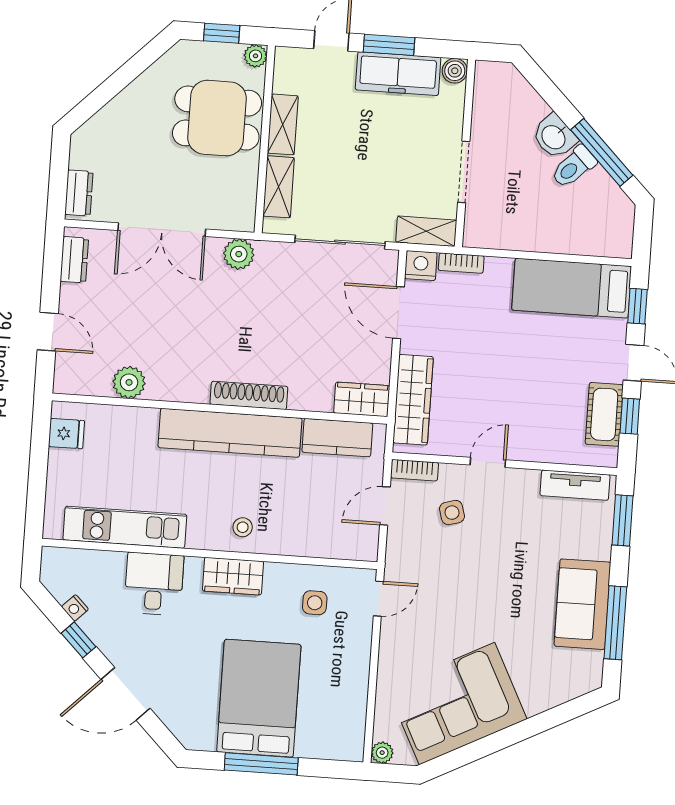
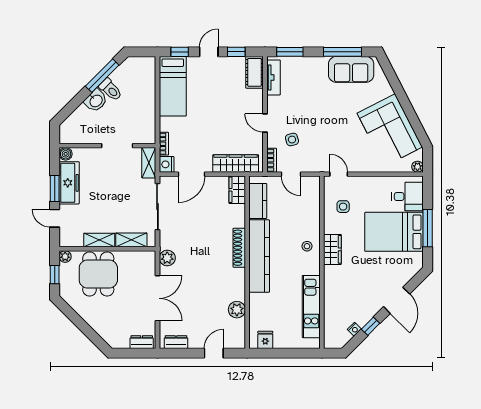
cot: (604, 414) -> (255, 72), moved, turned 90
desk: (154, 584) -> (408, 197), moved, turned 180
sofa: (582, 604) -> (351, 69), moved

